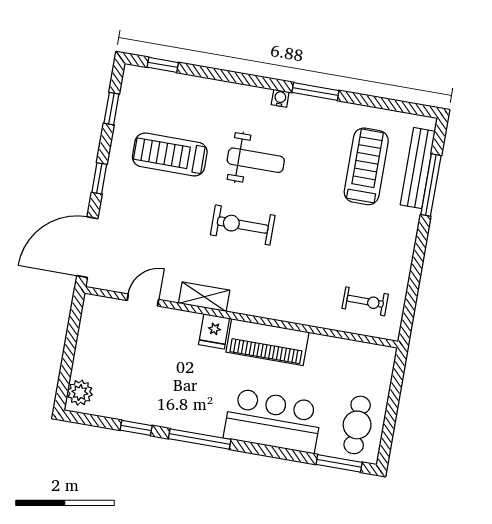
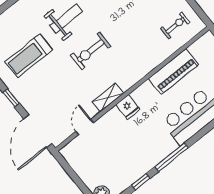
piano: (267, 342) -> (174, 71), moved

